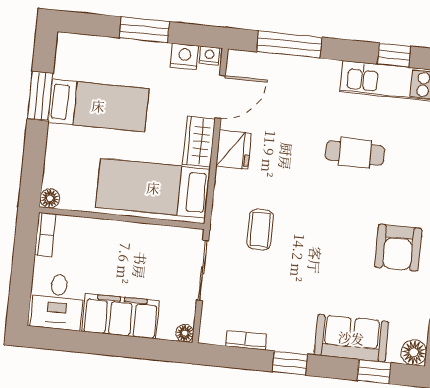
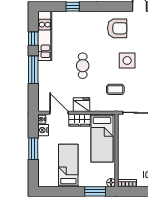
window: (289, 44) -> (33, 70), moved
window: (40, 96) -> (95, 191), moved
cafe table: (355, 153) -> (83, 66), moved
side table: (323, 263) -> (127, 60), added

